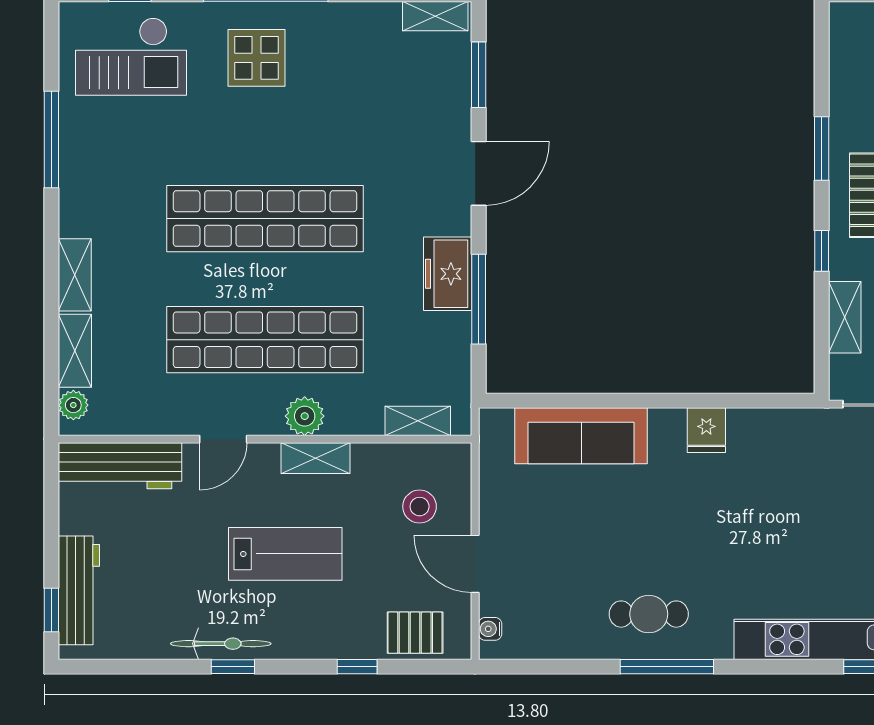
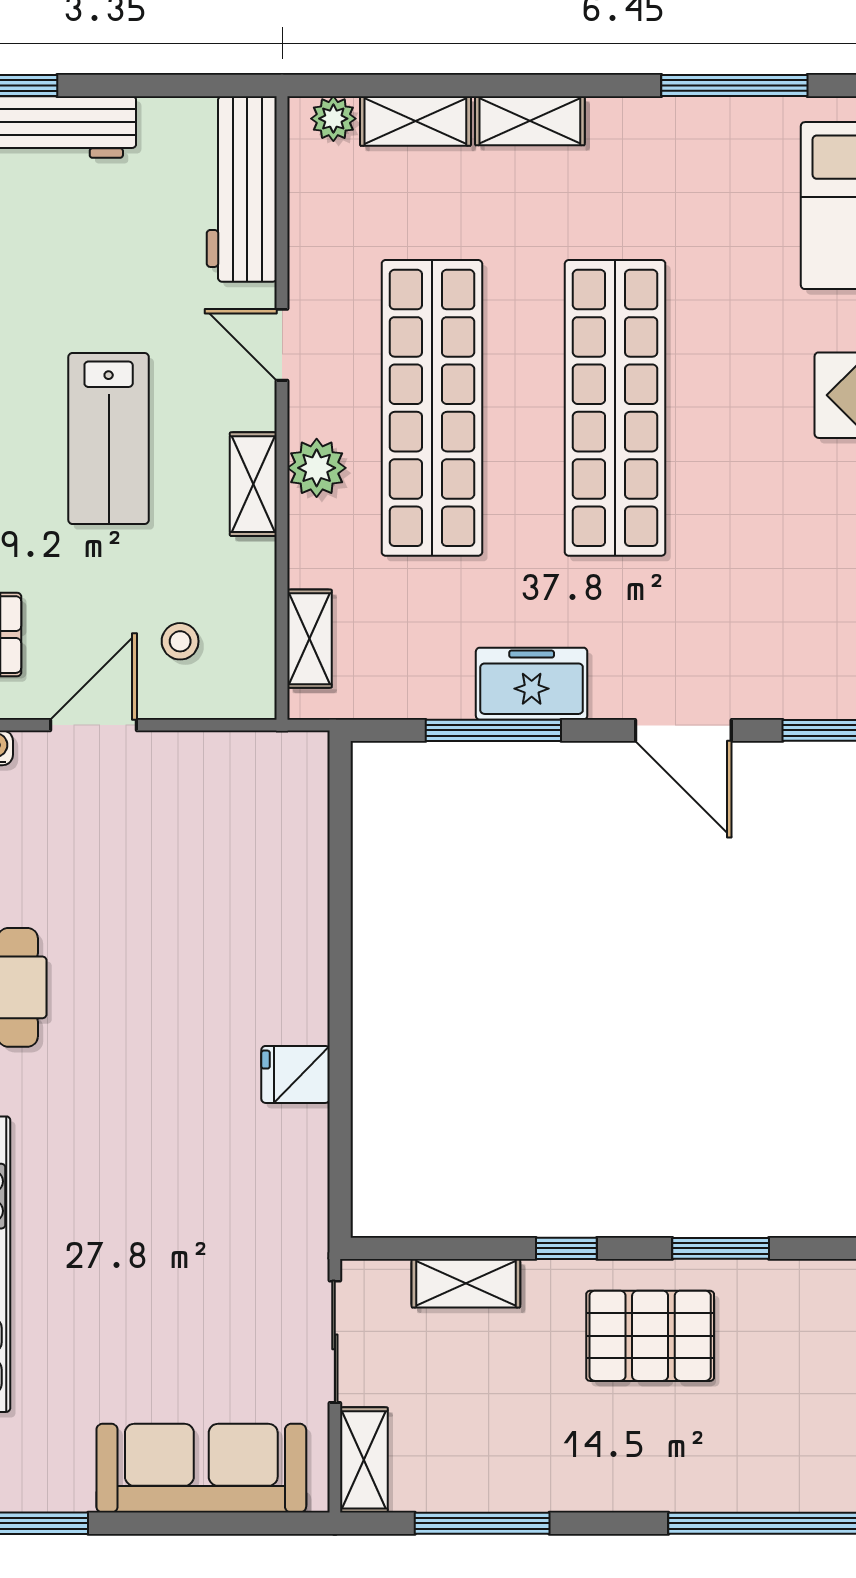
sofa: (581, 436) -> (287, 885), removed
stool: (420, 507) -> (180, 641), width x0.73, depth x0.73

